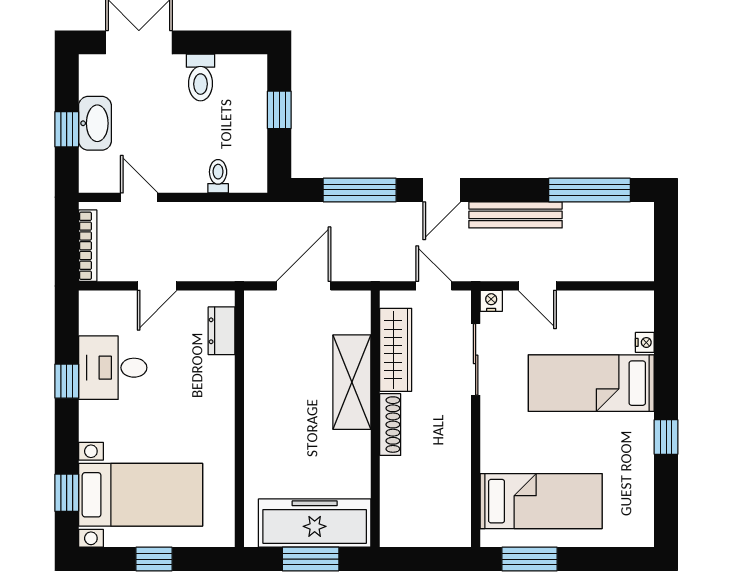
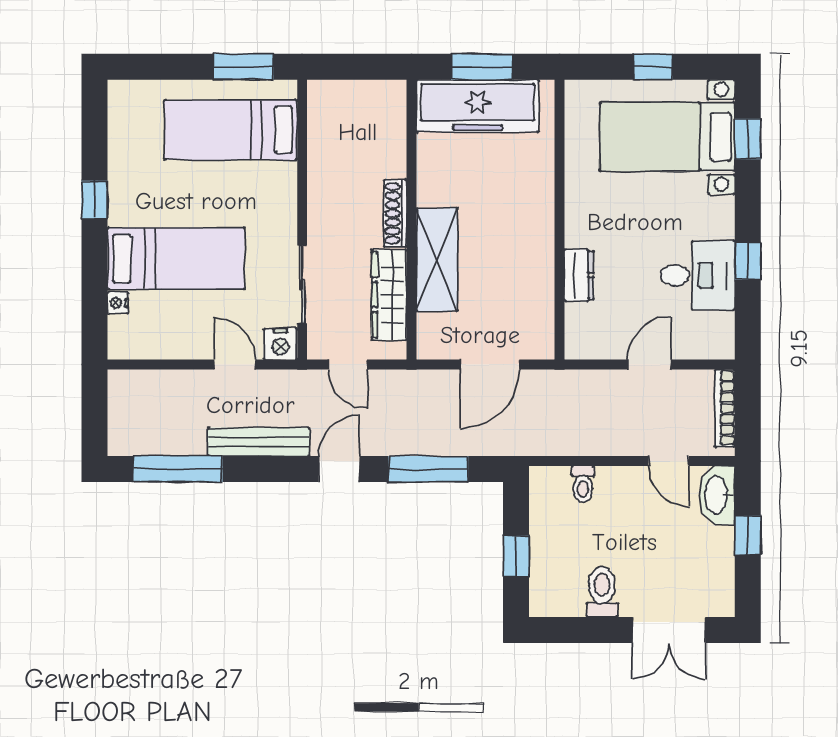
washbasin: (95, 123) -> (717, 495), moved
nightstand: (491, 301) -> (280, 344), width x1.39, depth x1.35
dresser: (222, 331) -> (579, 275), moved

